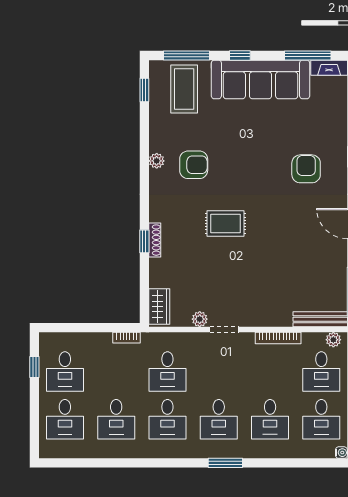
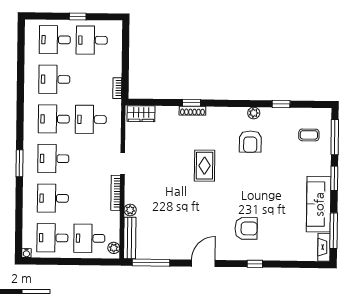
window: (240, 55) -> (334, 178), width x1.50
sofa: (261, 79) -> (319, 204), width x0.74, depth x0.79
coffee table: (184, 89) -> (309, 135), width x0.54, depth x0.58
window: (144, 90) -> (281, 104), moved
plant: (200, 319) -> (130, 210), moved
bookcase: (278, 338) -> (116, 193), moved
window: (34, 367) -> (78, 16), moved

